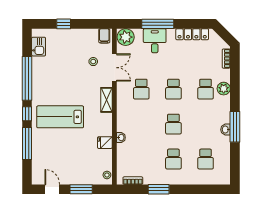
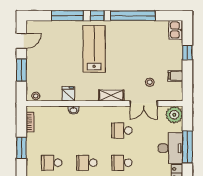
filing cabinet: (104, 36) -> (175, 76), moved
desk: (155, 41) -> (171, 148), width x1.37
kitchen sink: (39, 47) -> (176, 30), moved, turned 90

